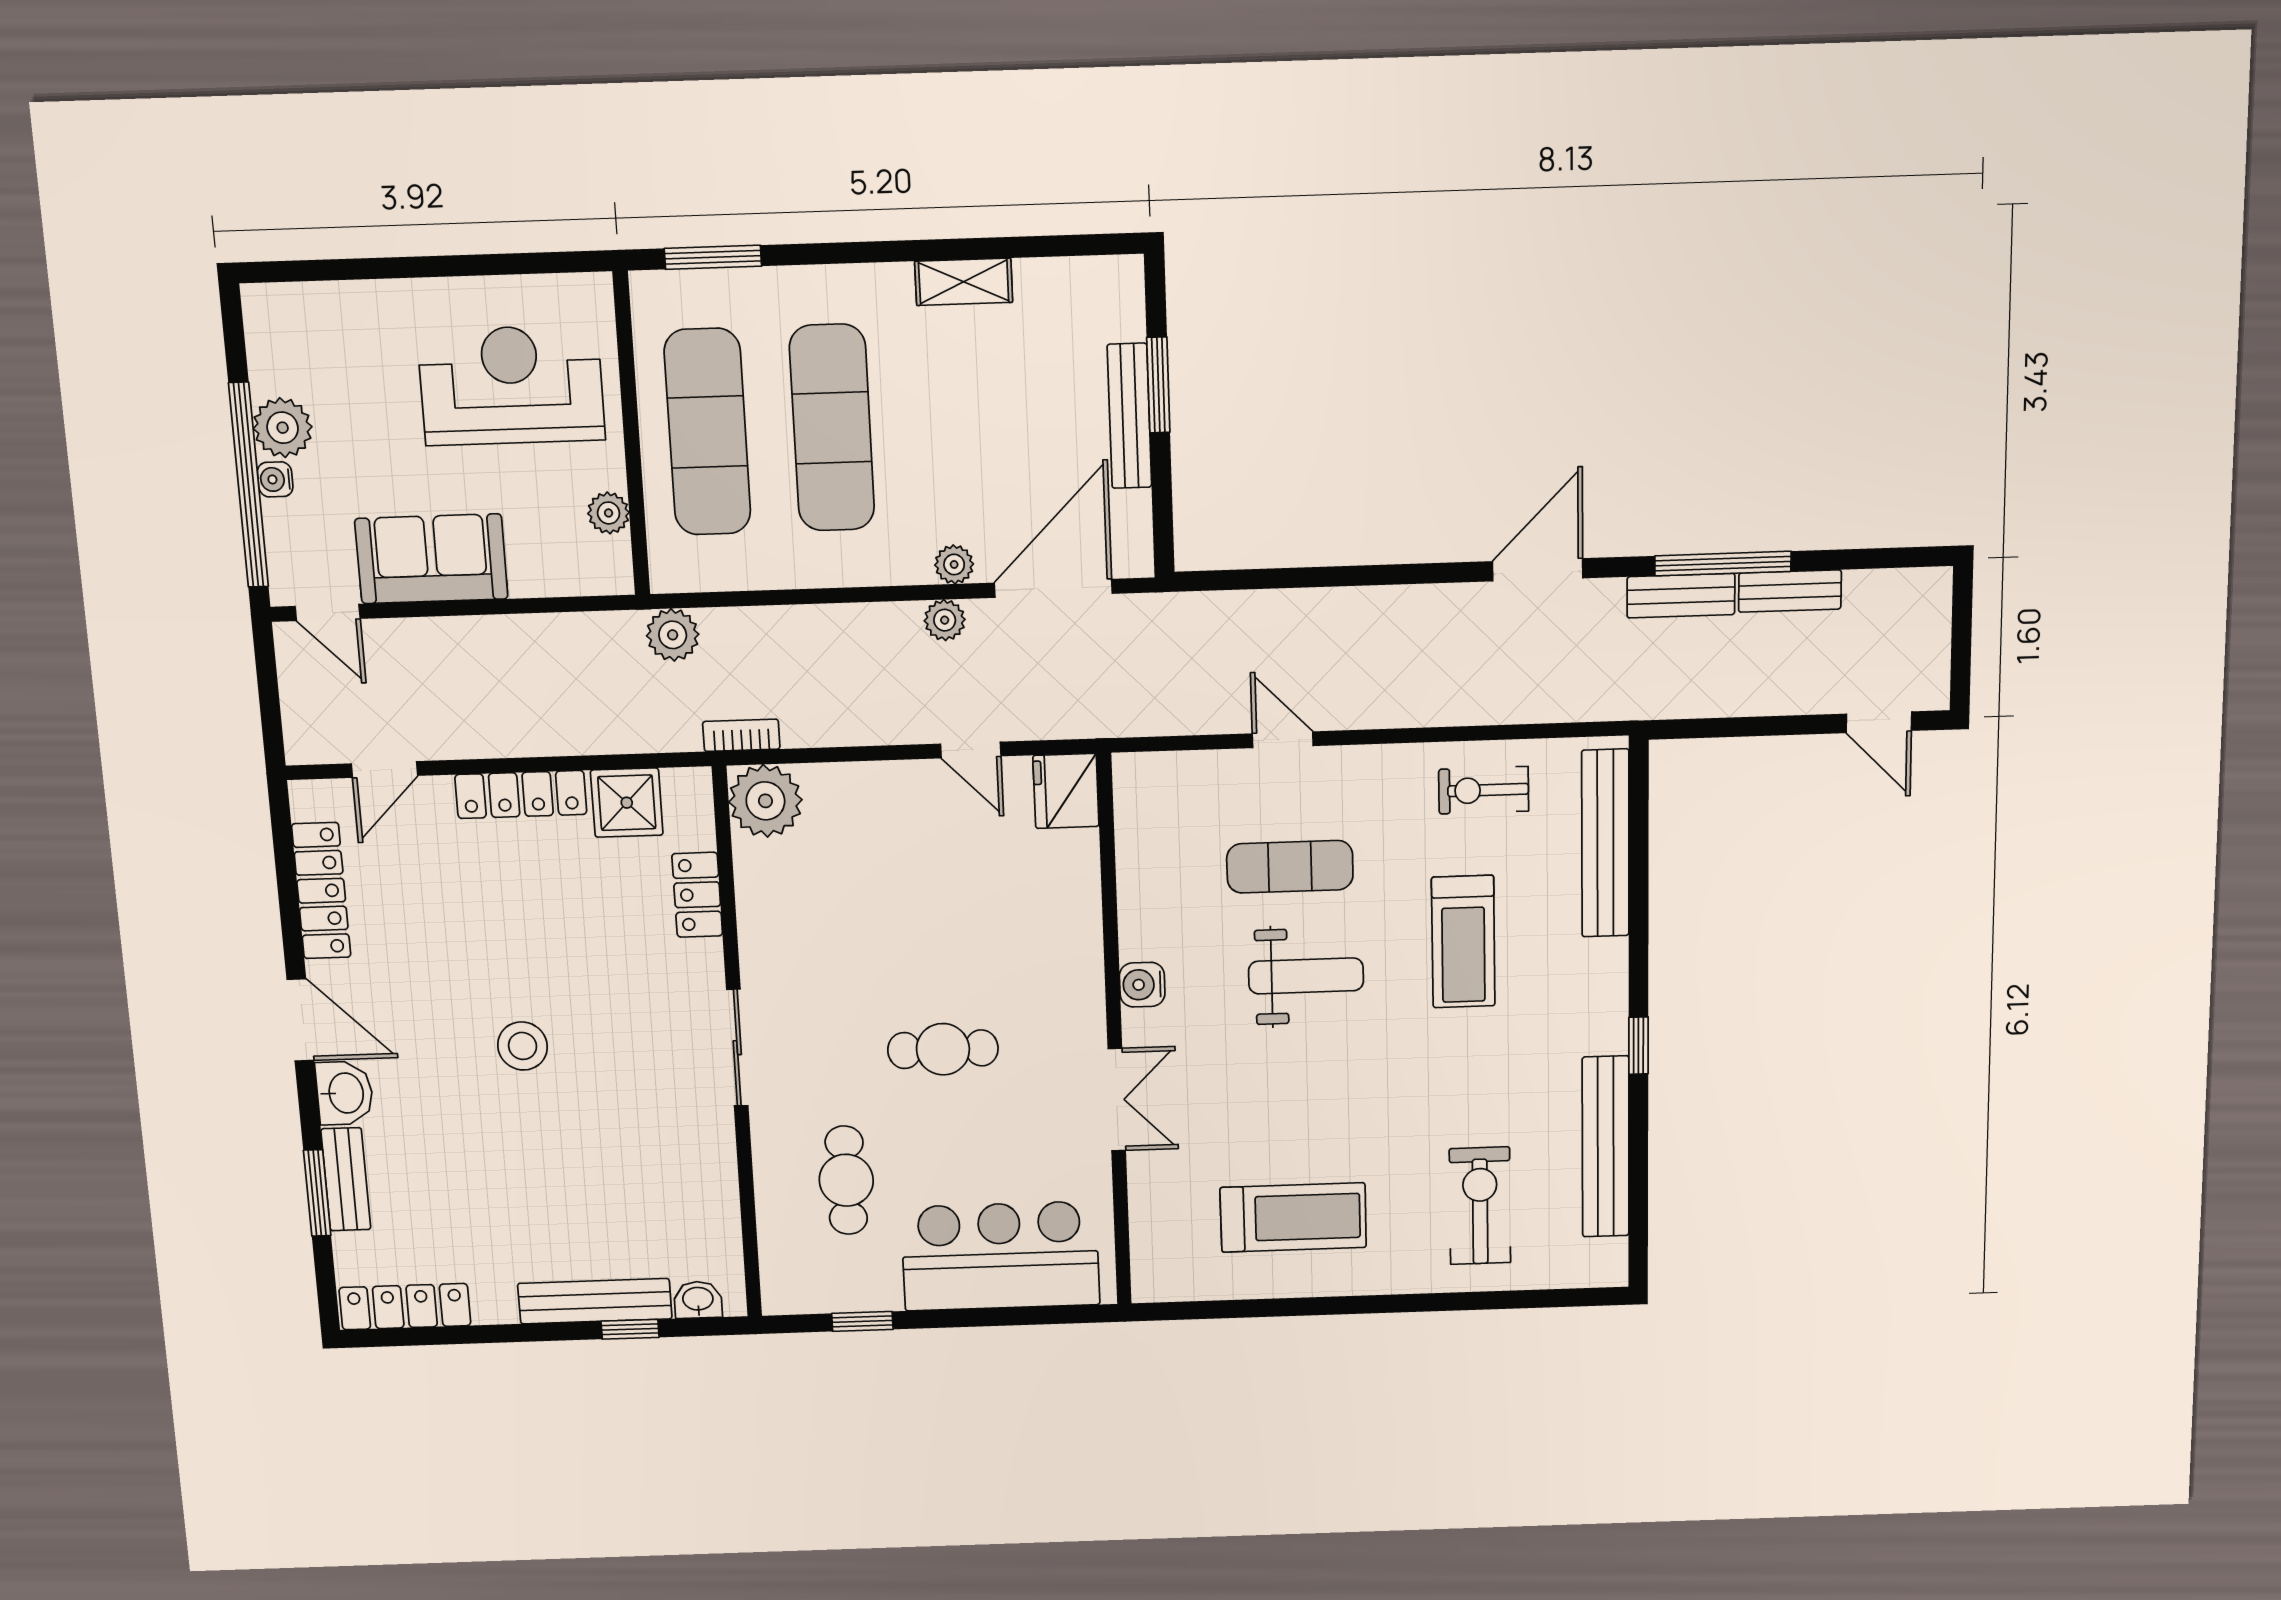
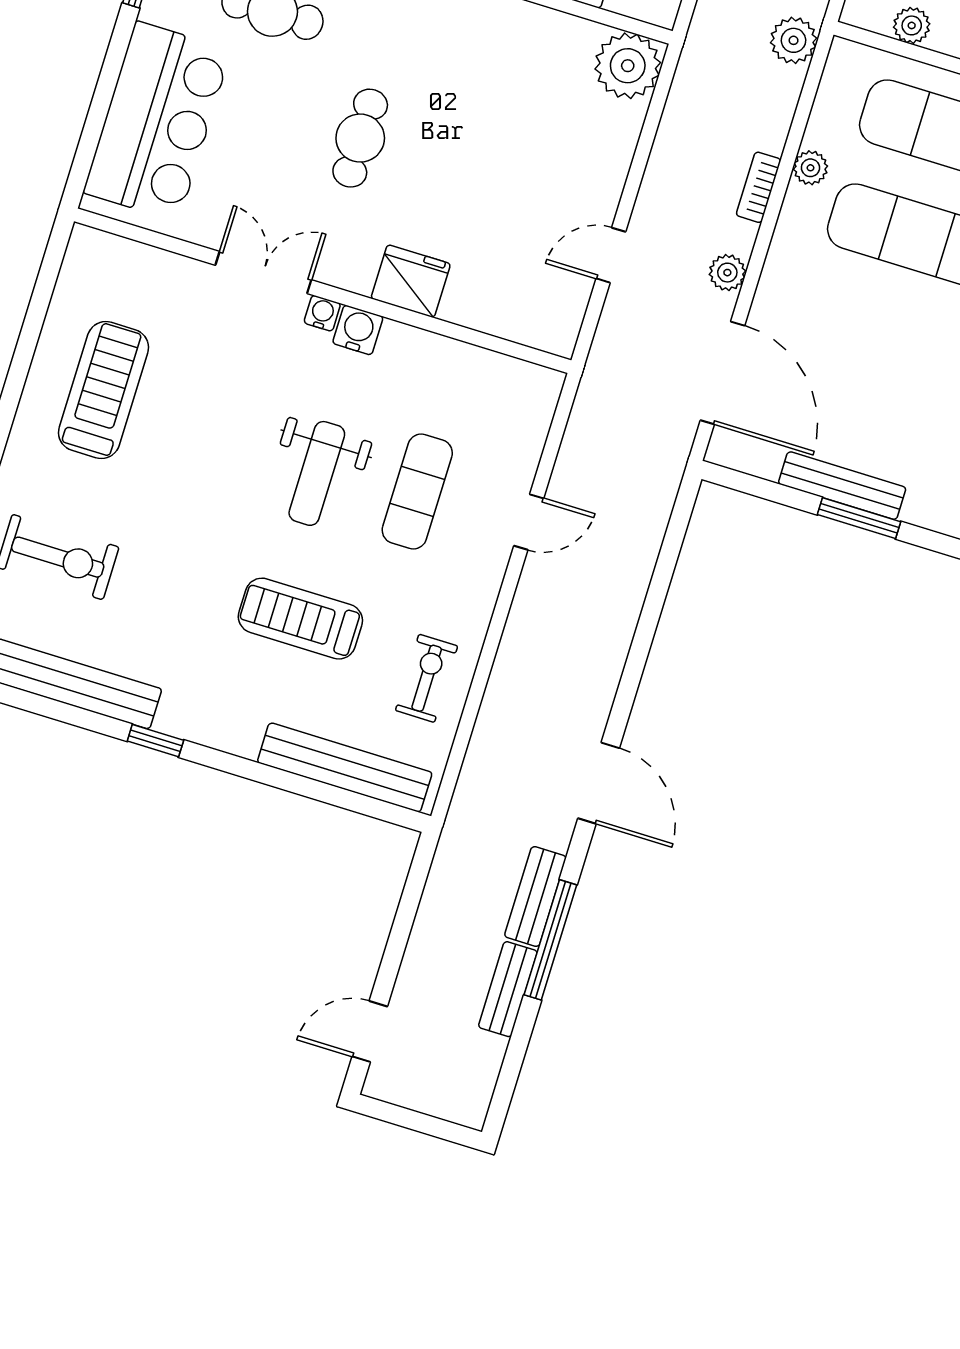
plant: (954, 564) -> (810, 168), moved
bookcase: (741, 735) -> (759, 187), moved, turned 180
fridge: (1066, 791) -> (411, 281), moved
water cooler: (1138, 1027) -> (322, 313), added
double door: (1117, 1100) -> (263, 273), swing flipped
treadmill: (1293, 1217) -> (104, 390), turned 180

